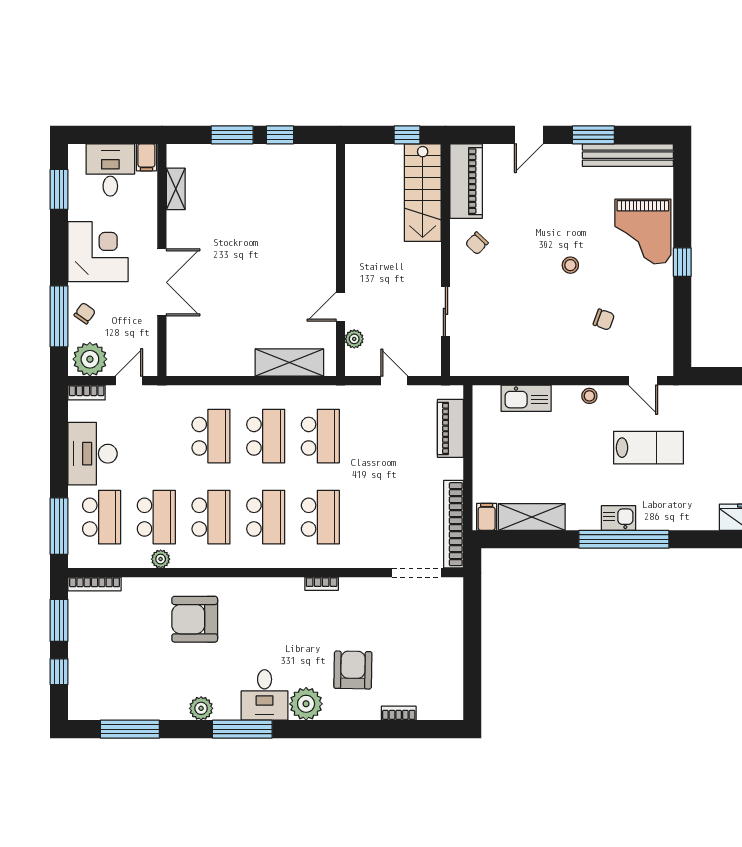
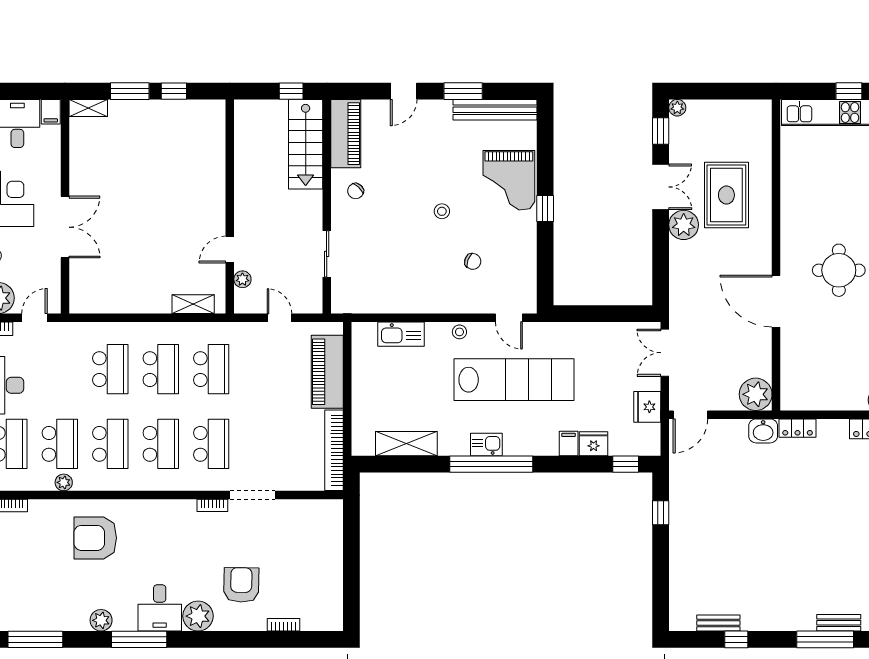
shelving: (176, 189) -> (88, 108), moved, turned 90
shelving: (289, 362) -> (193, 304), width x0.67, depth x0.75
piano: (450, 428) -> (327, 372), width x1.37, depth x1.33
lab bench: (649, 448) -> (514, 380), width x1.86, depth x1.39
filing cabinet: (487, 517) -> (569, 444), moved
doorway: (417, 573) -> (252, 495), moved

